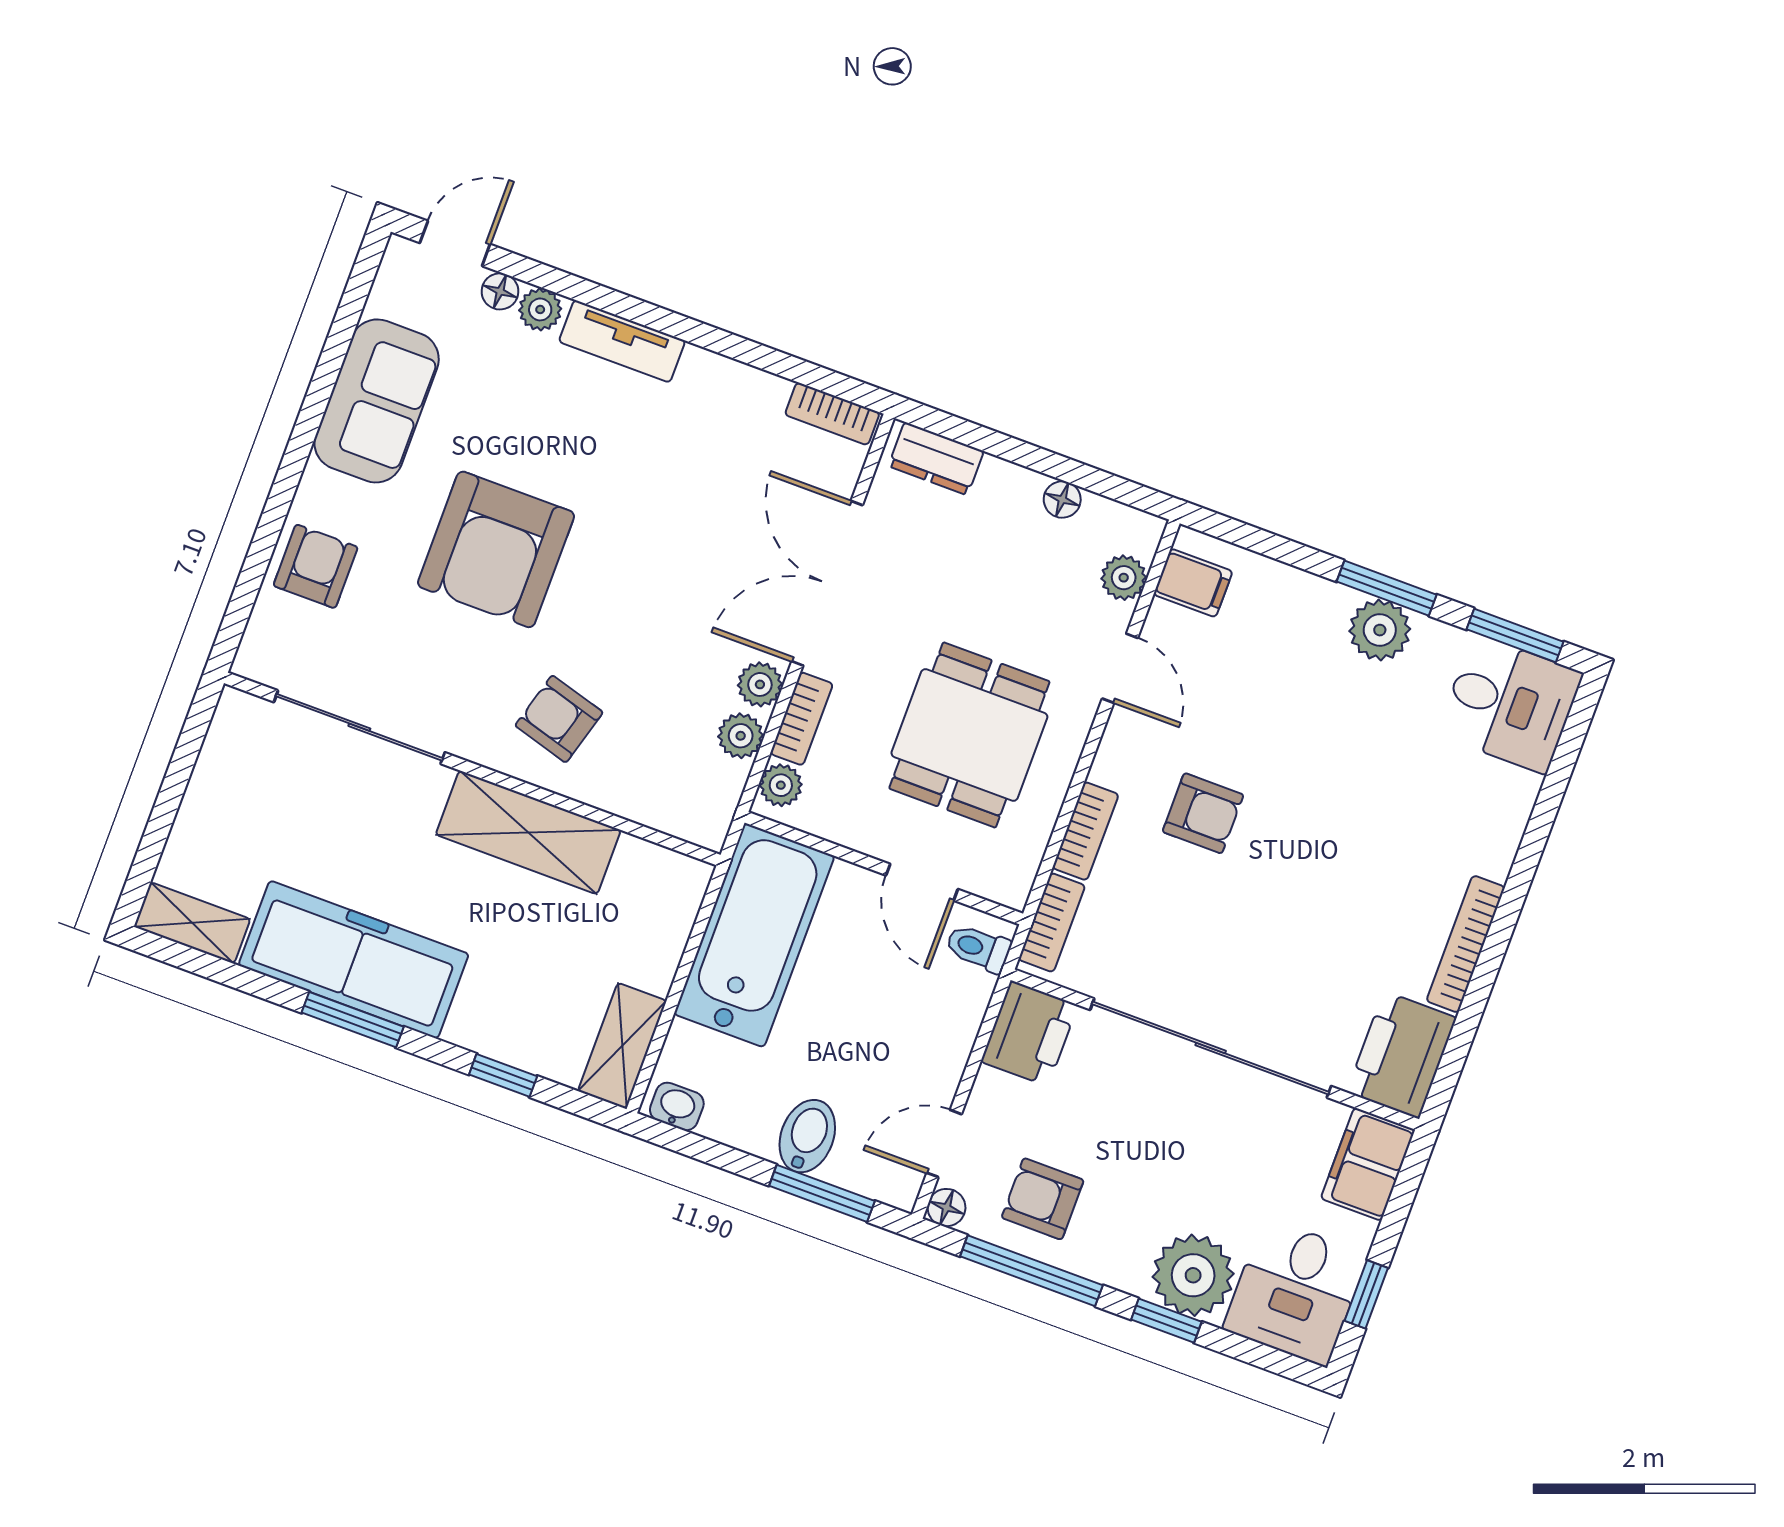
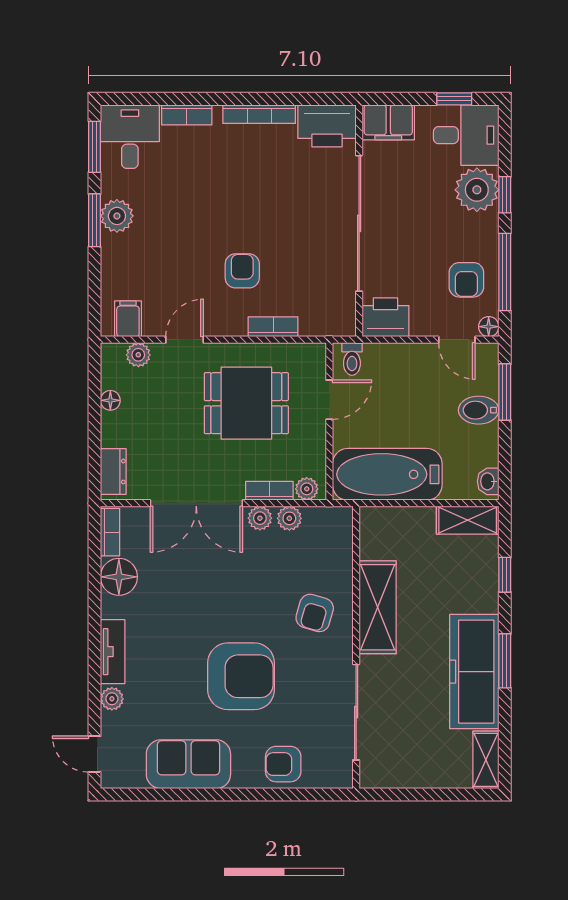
floor lamp: (500, 291) -> (119, 577), moved, width x1.89, depth x1.89
bookcase: (1052, 923) -> (187, 115), moved, turned 180

